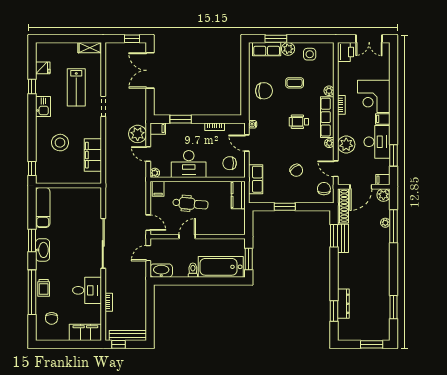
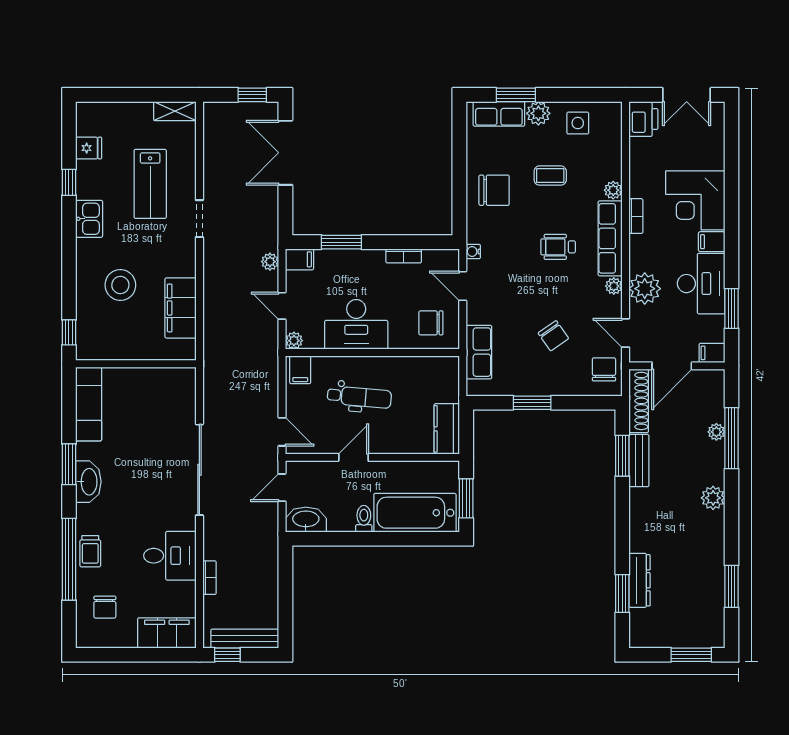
plant: (138, 134) -> (270, 262), width x0.53, depth x0.53
kitchen counter: (238, 195) -> (447, 429), moved
plant: (383, 195) -> (713, 498), moved

